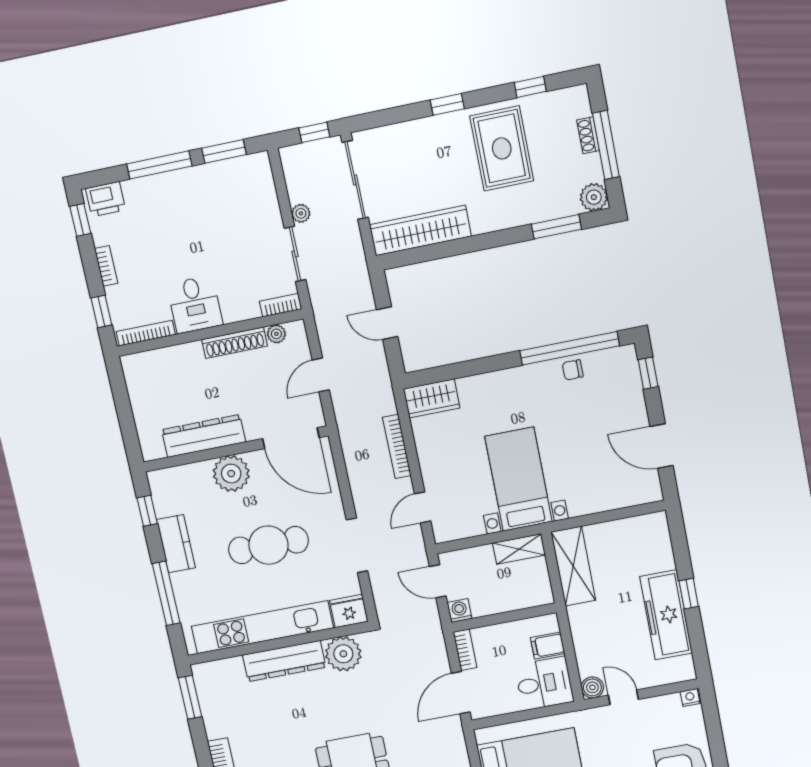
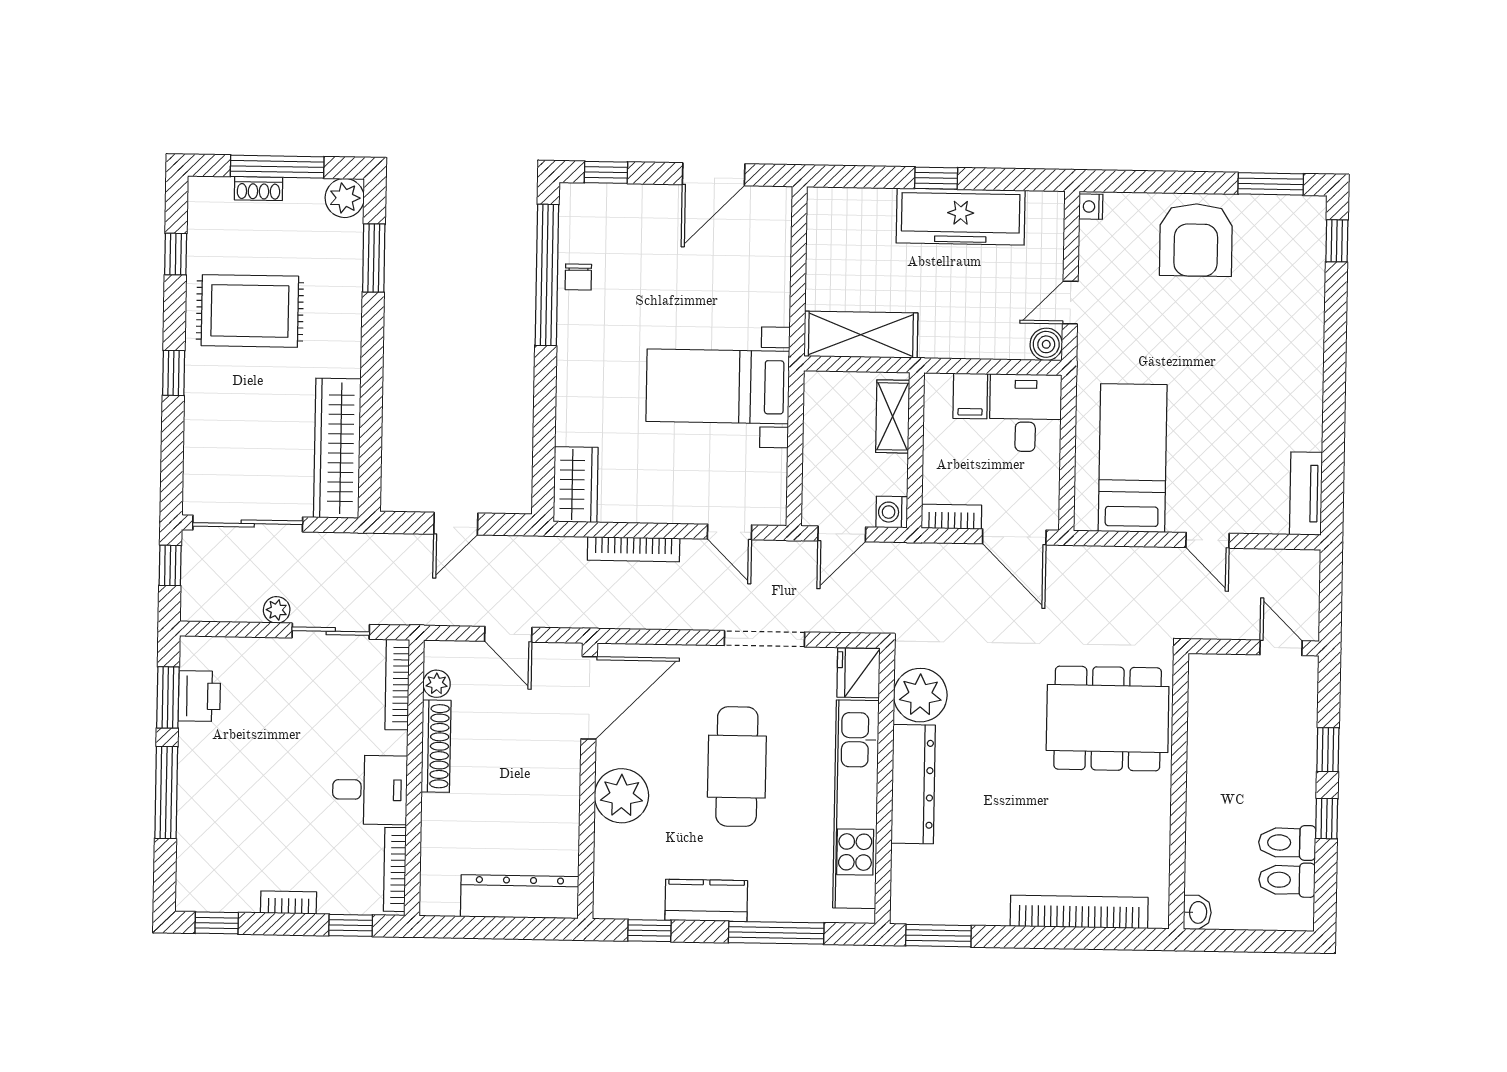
printer: (106, 199) -> (199, 696), moved
bookcase: (281, 305) -> (397, 685), width x1.56
dresser: (204, 436) -> (520, 897), moved, turned 90
shelving: (519, 549) -> (893, 416), moved

